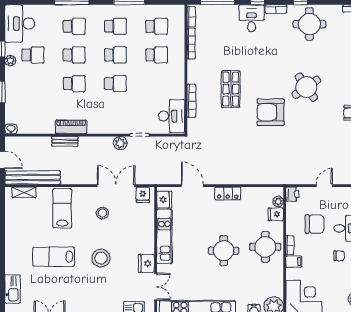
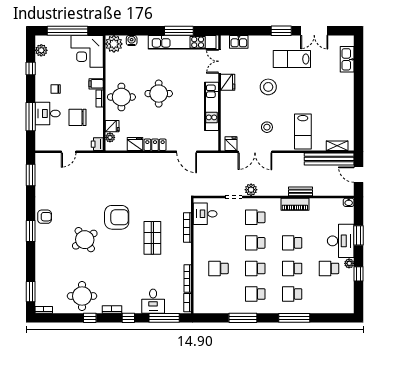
desk: (251, 18) -> (153, 301), moved
desk: (20, 24) -> (341, 241), moved
school desk: (157, 26) -> (255, 217), moved
desk: (172, 116) -> (205, 214), width x0.73
fridge: (164, 200) -> (135, 144), moved, turned 90
lab bench: (54, 257) -> (292, 59), moved, turned 180

